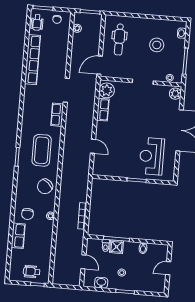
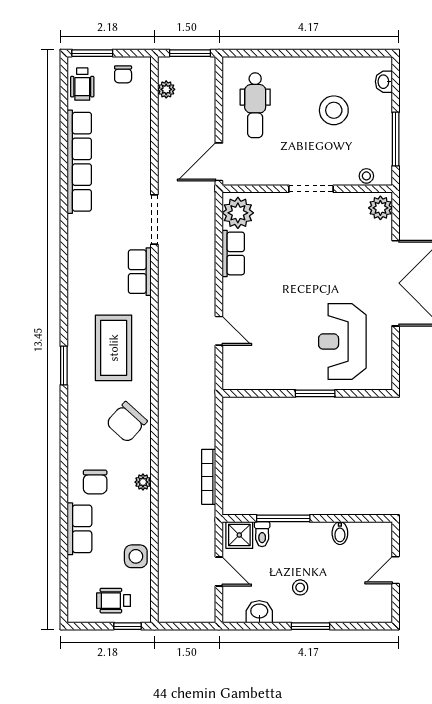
shower: (117, 247) -> (239, 535), moved
side table: (44, 251) -> (136, 556), added

